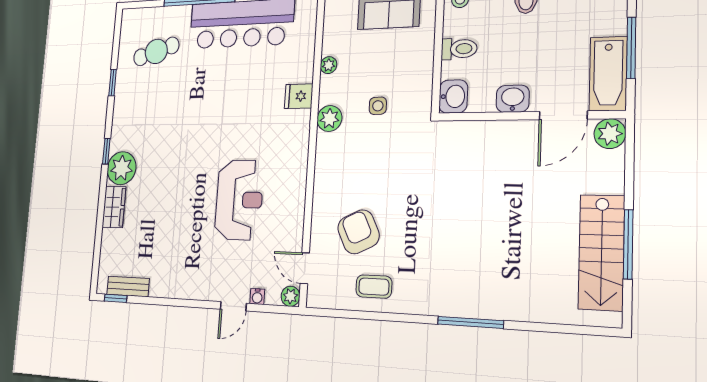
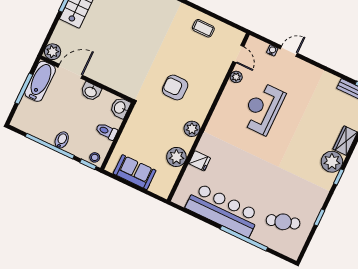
plant: (329, 65) -> (176, 157), width x1.88, depth x1.88
fridge: (299, 96) -> (200, 161), moved
side table: (378, 106) -> (162, 123), removed
armchair: (358, 232) -> (175, 87), moved, turned 116
plant: (290, 296) -> (236, 77), moved

